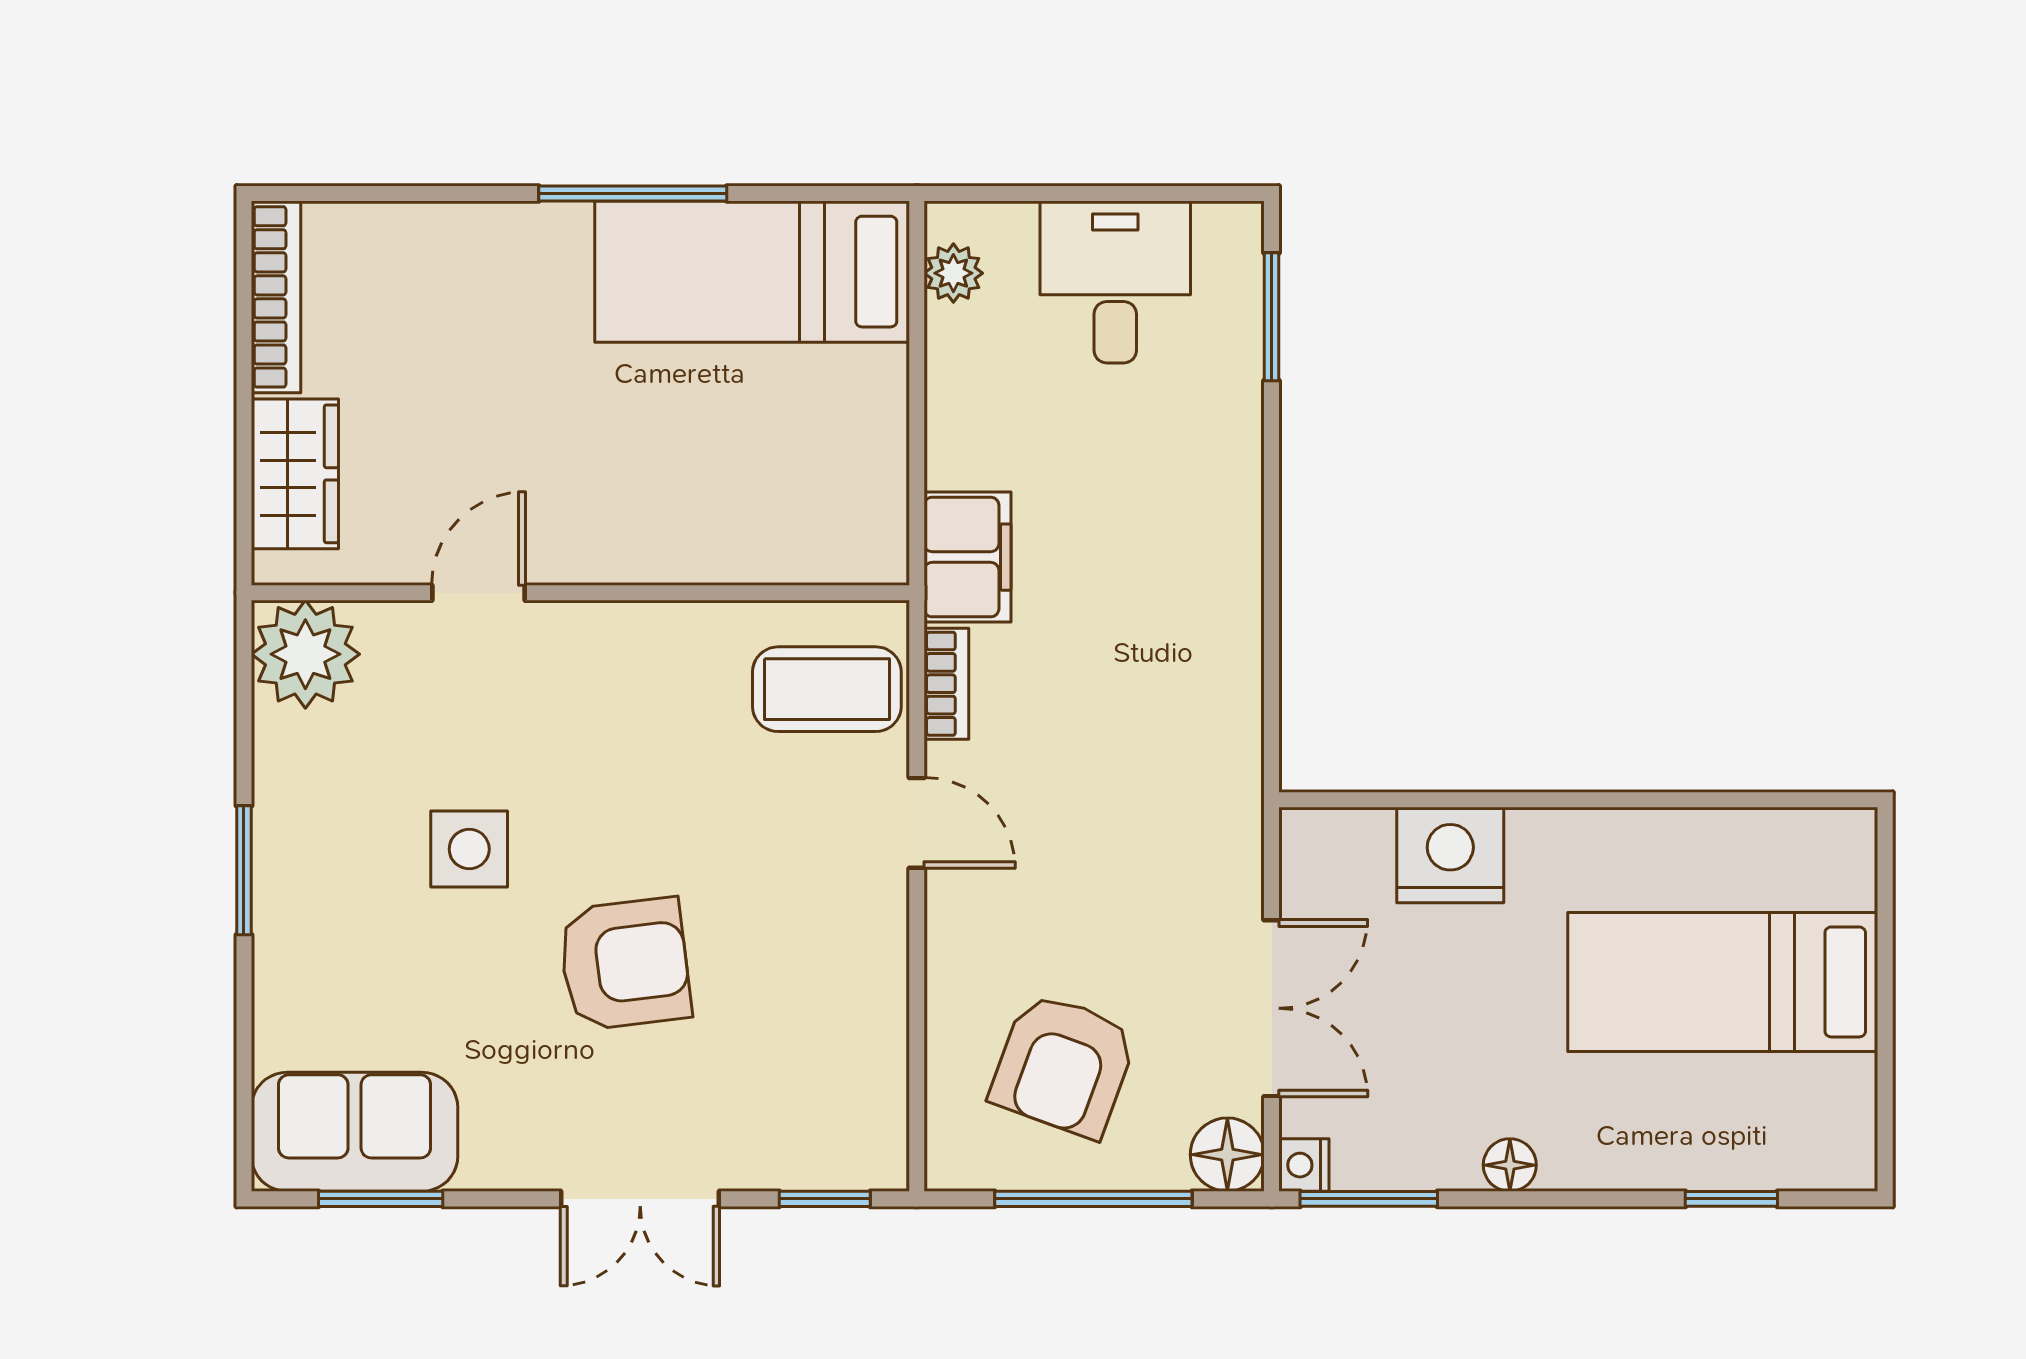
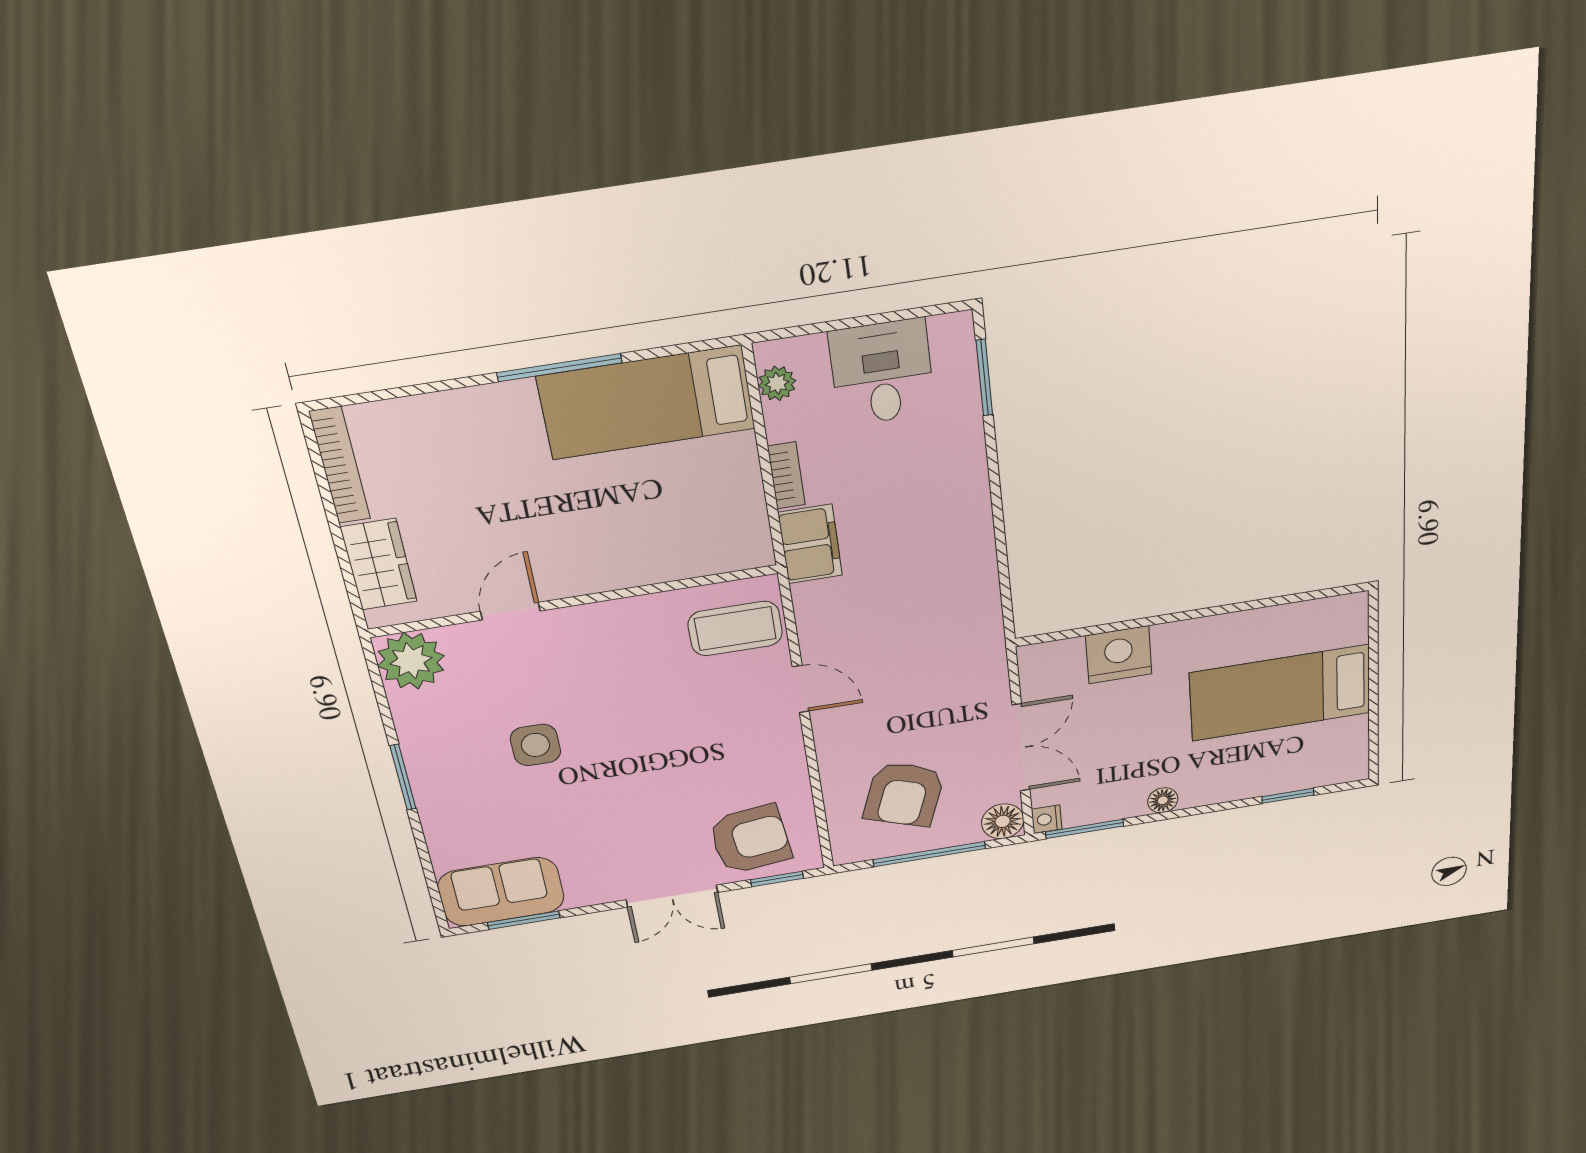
bookcase: (946, 684) -> (786, 475), moved
armchair: (625, 964) -> (750, 839), moved

